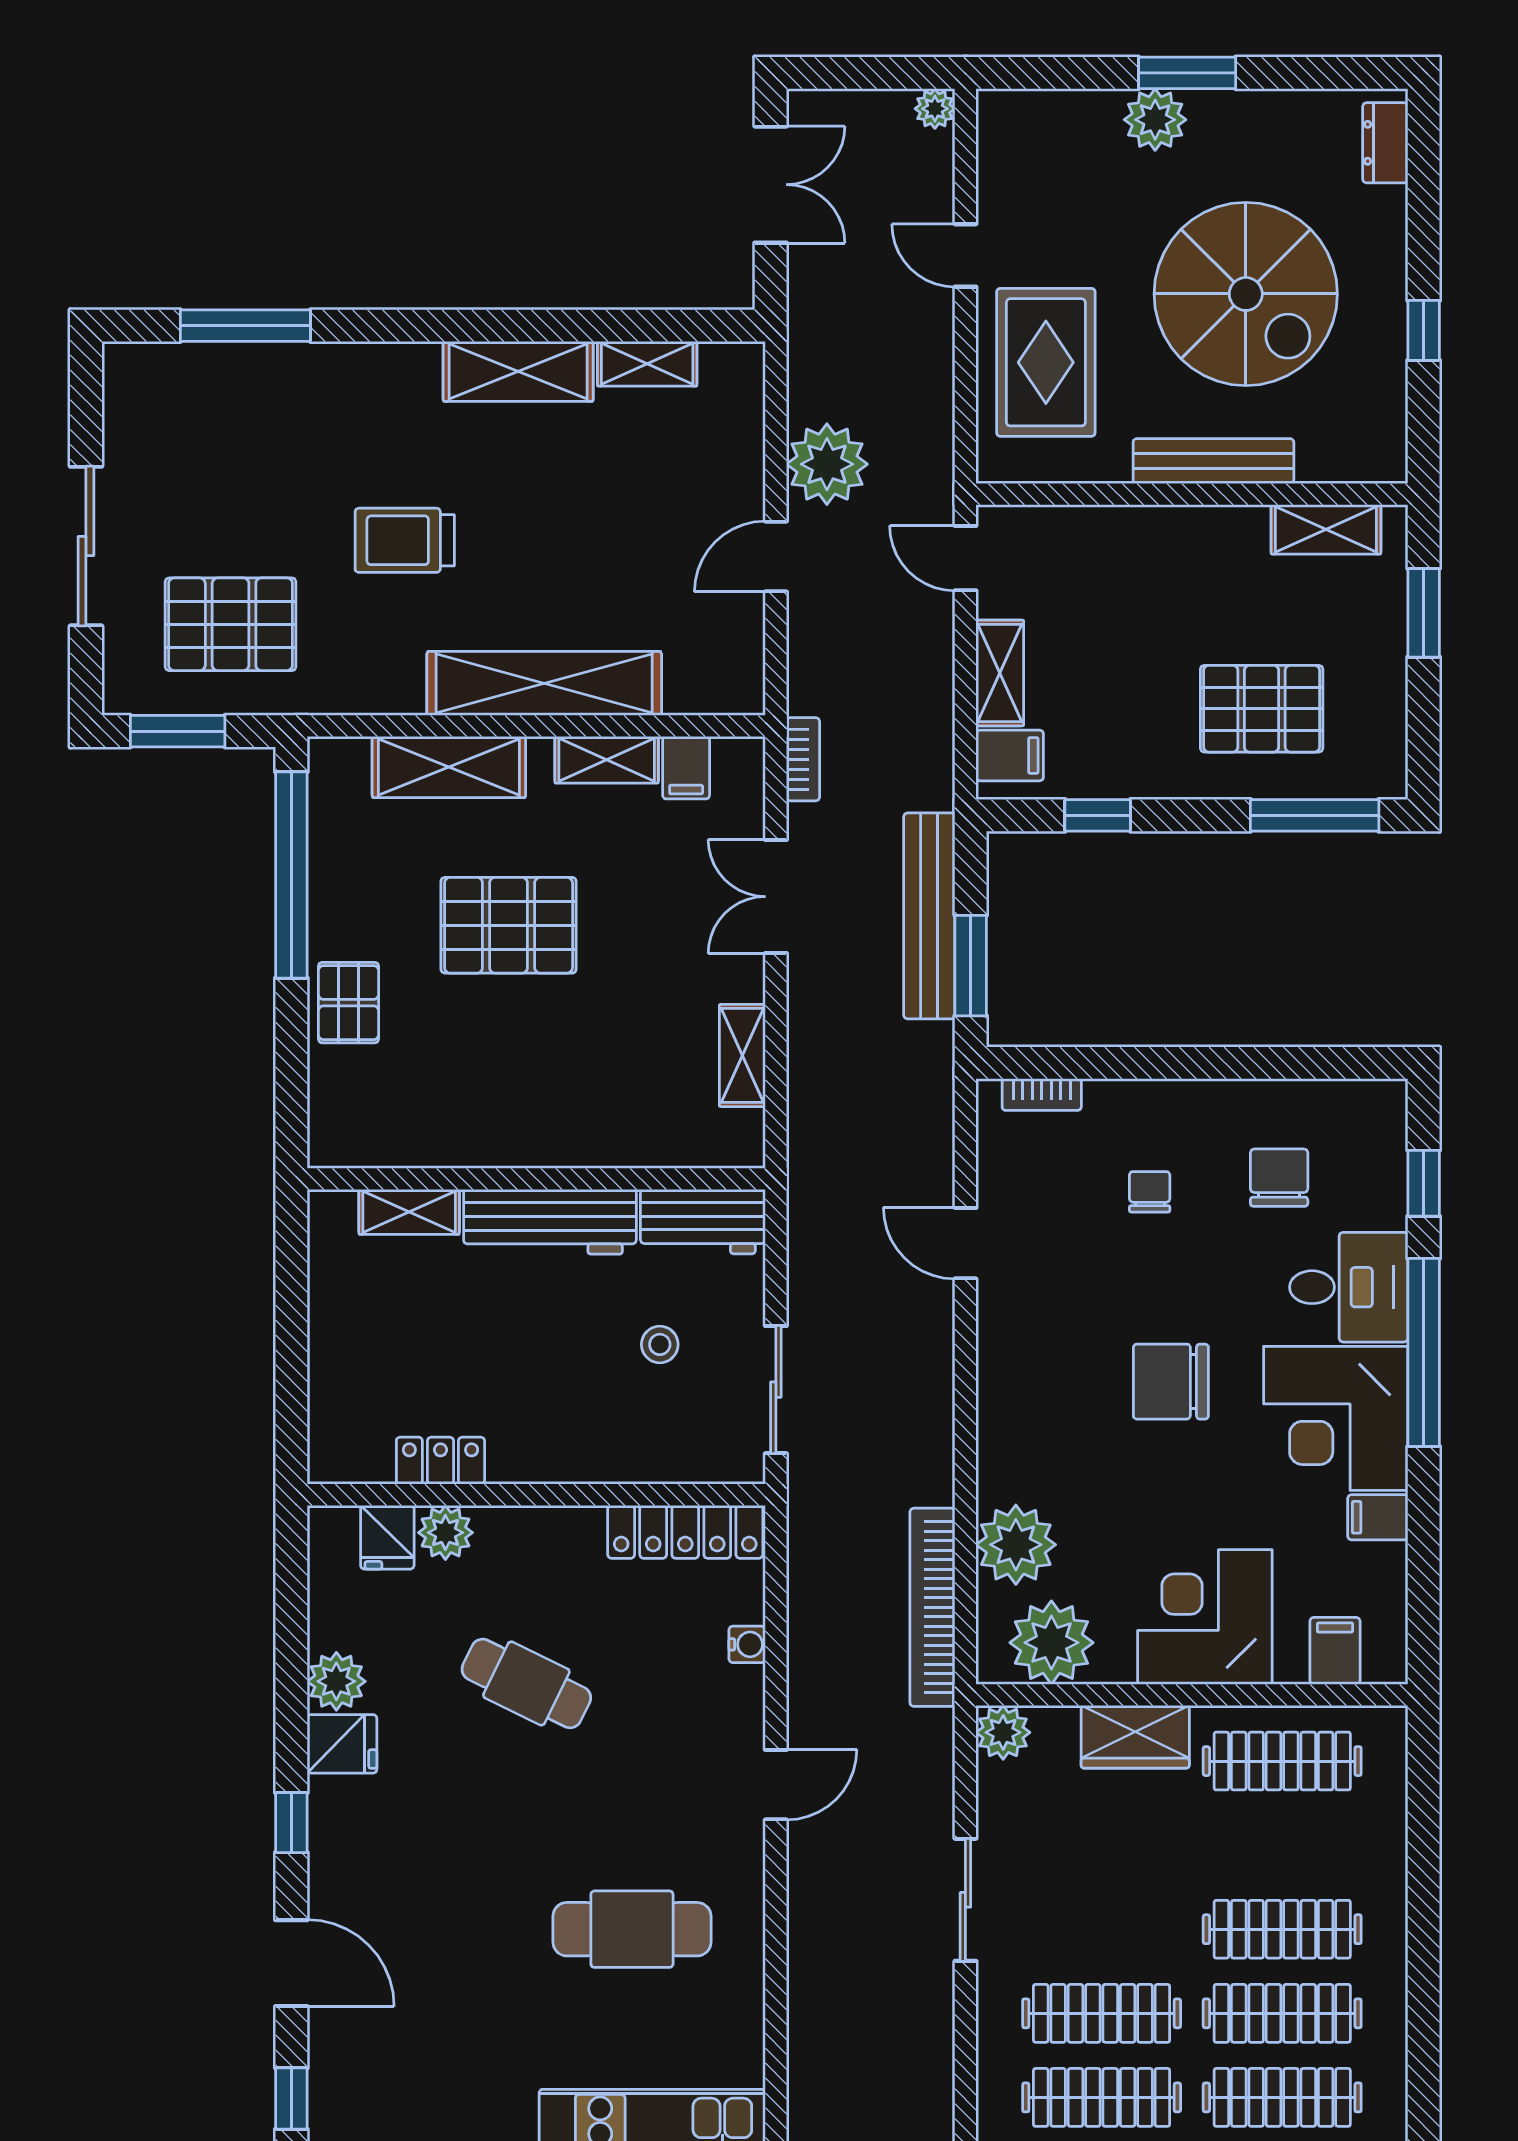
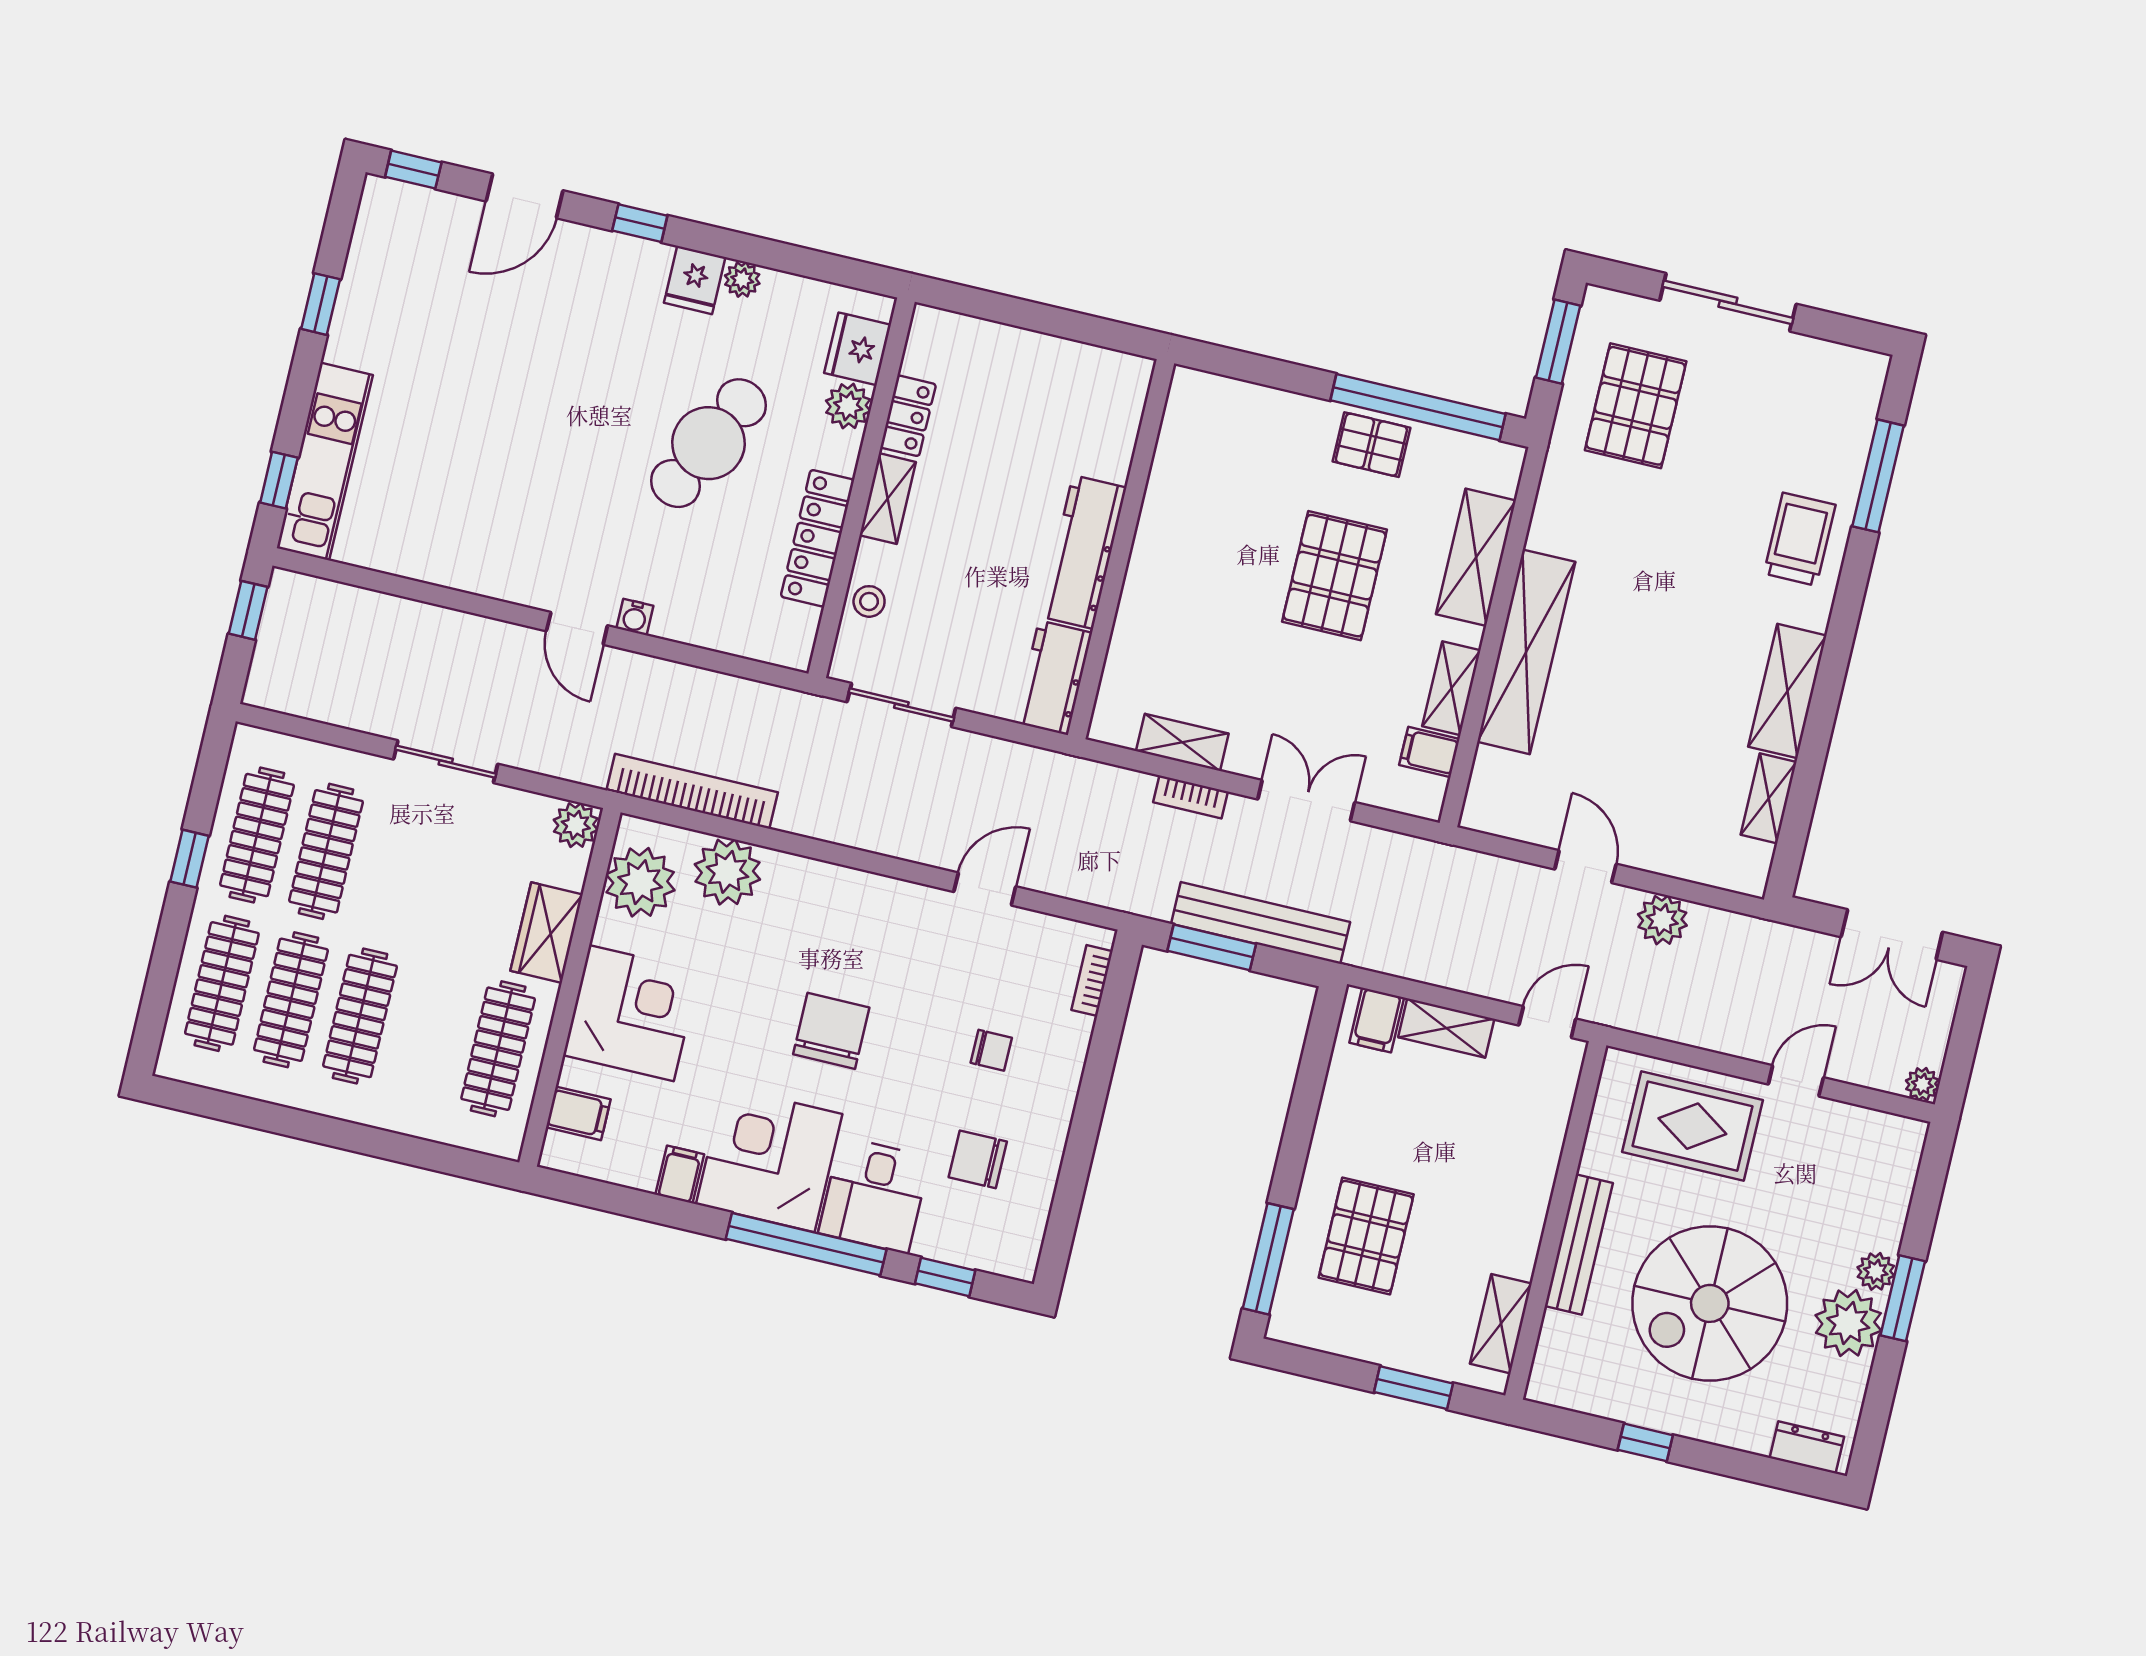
plant: (1155, 120) -> (1876, 1271), width x0.73, depth x0.73
plant: (1231, 129) -> (1848, 1323), added
plant: (827, 464) -> (1662, 920), width x0.73, depth x0.73
trolley: (405, 540) -> (1800, 539), moved
bookcase: (803, 759) -> (1190, 797), moved
window: (1098, 815) -> (1310, 1081), removed
pallet: (349, 1003) -> (1371, 445), moved
chair: (1279, 1178) -> (978, 1159), turned 180
shelving: (409, 1212) -> (888, 499), moved
stool: (660, 1344) -> (869, 601), moved
locker: (685, 1532) -> (818, 538), moved
fridge: (387, 1537) -> (858, 349), width x1.38
water cooler: (747, 1644) -> (635, 617), moved
plant: (336, 1681) -> (742, 279), width x0.73, depth x0.73
cafe table: (526, 1683) -> (709, 443), width x1.37, depth x1.35
cafe table: (632, 1929) -> (486, 482), removed

